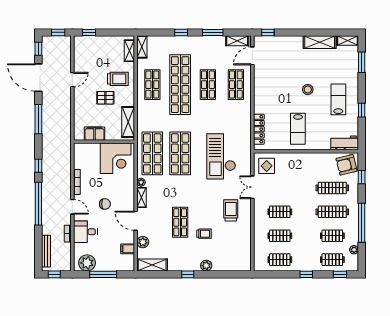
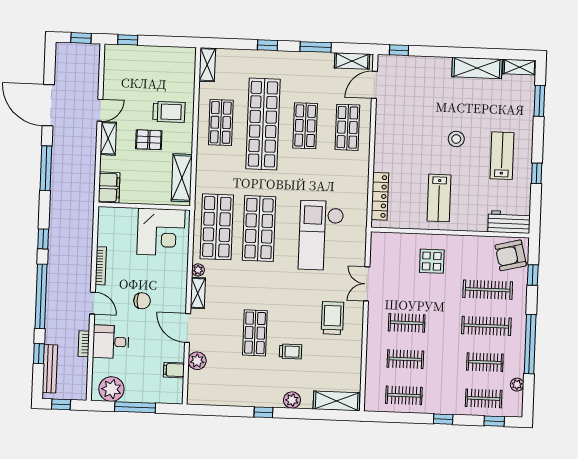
window: (38, 49) -> (39, 354), moved
shelving: (129, 51) -> (108, 138), moved
filing cabinet: (94, 134) -> (109, 187), moved, turned 90
display table: (267, 166) -> (432, 261), moved
shelving: (152, 265) -> (337, 401), moved

